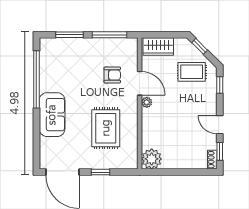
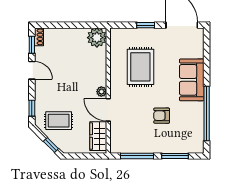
wardrobe: (158, 46) -> (98, 136), moved, turned -90
armchair: (112, 75) -> (162, 116), moved

